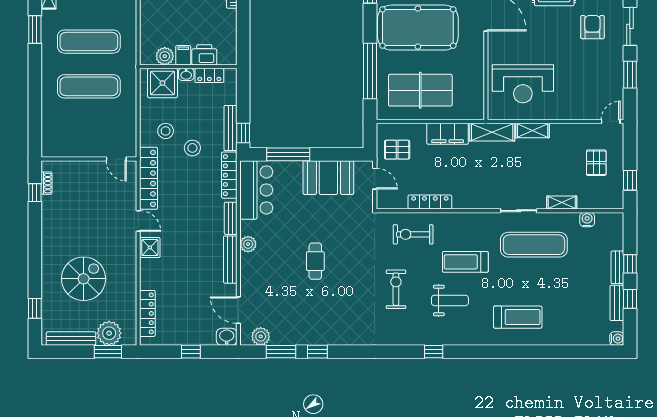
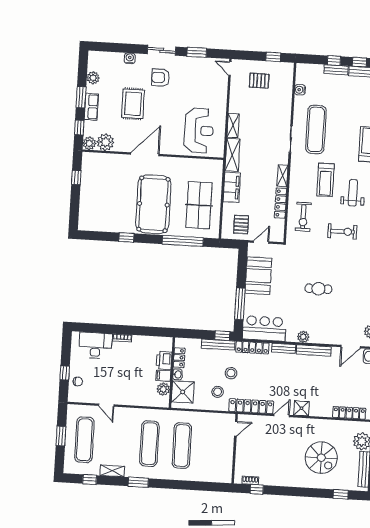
shelving: (562, 203) -> (282, 176), moved
spiral stairs: (84, 279) -> (321, 458), turned 180
exercise bike: (396, 289) -> (342, 231), turned 180

